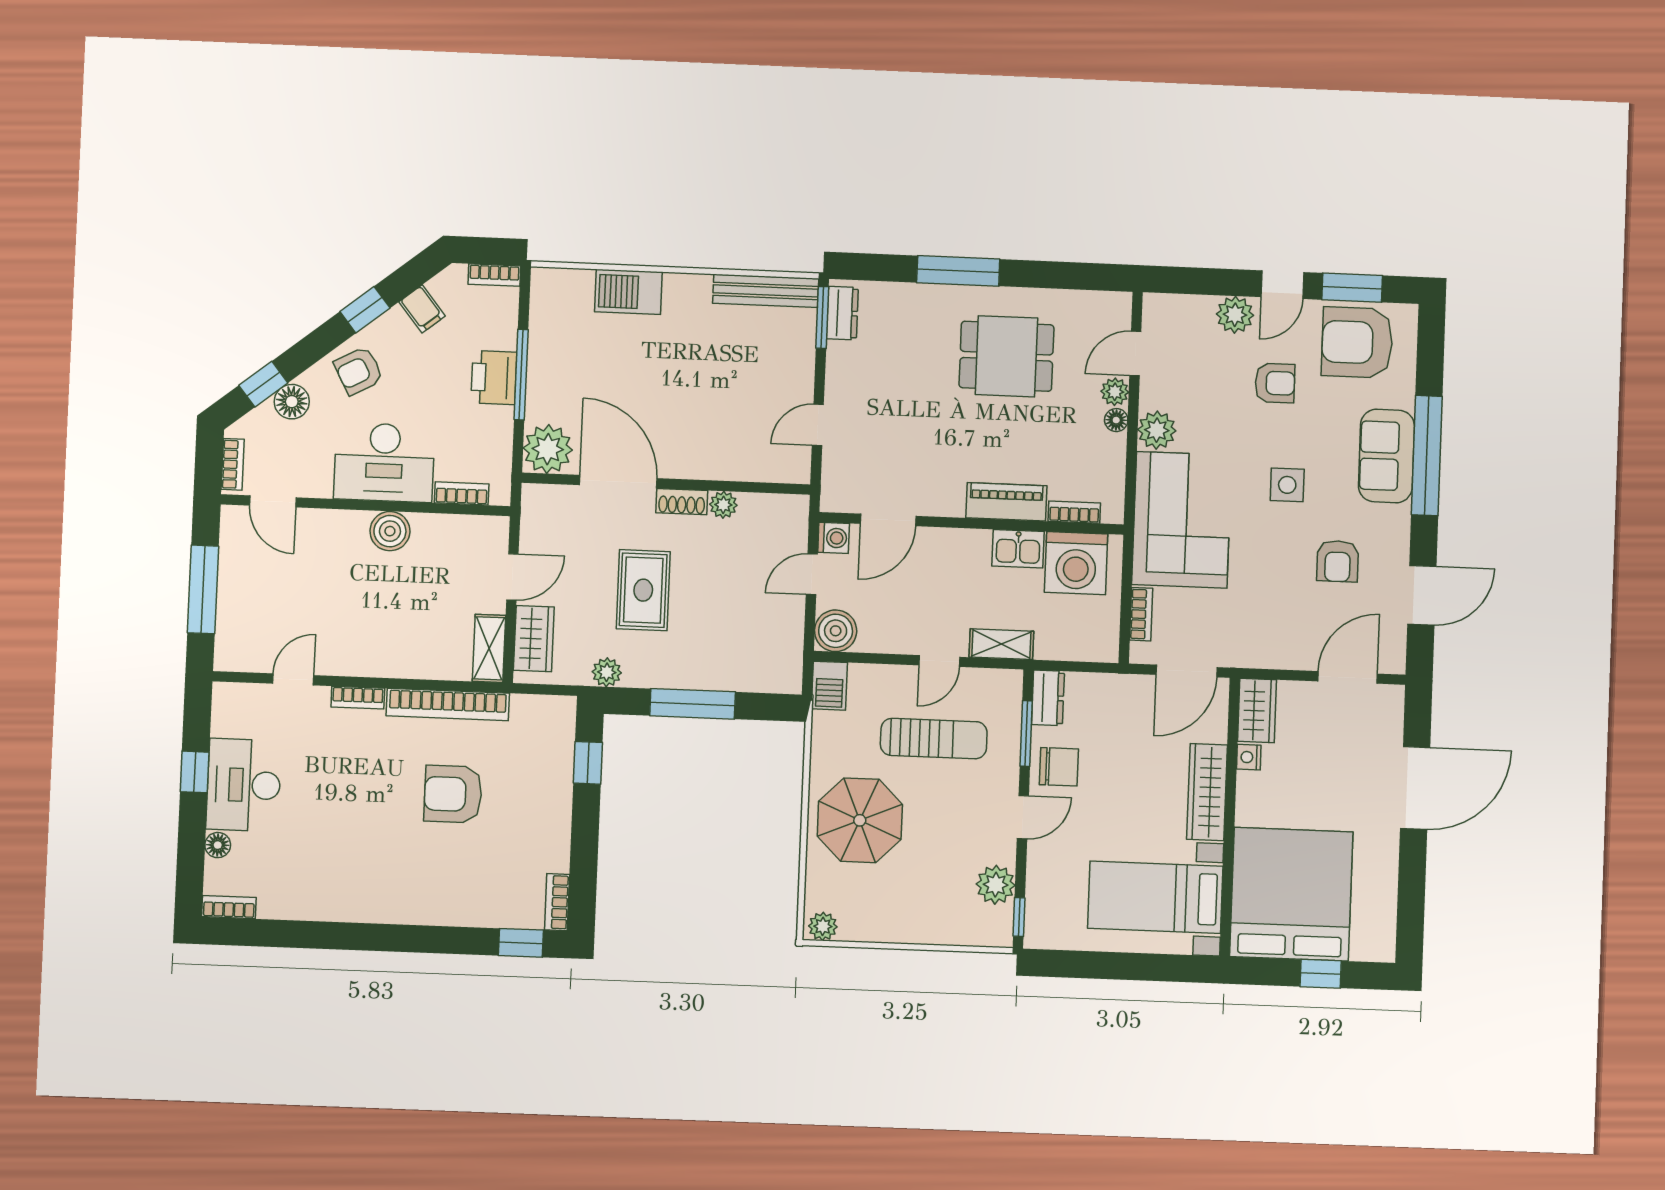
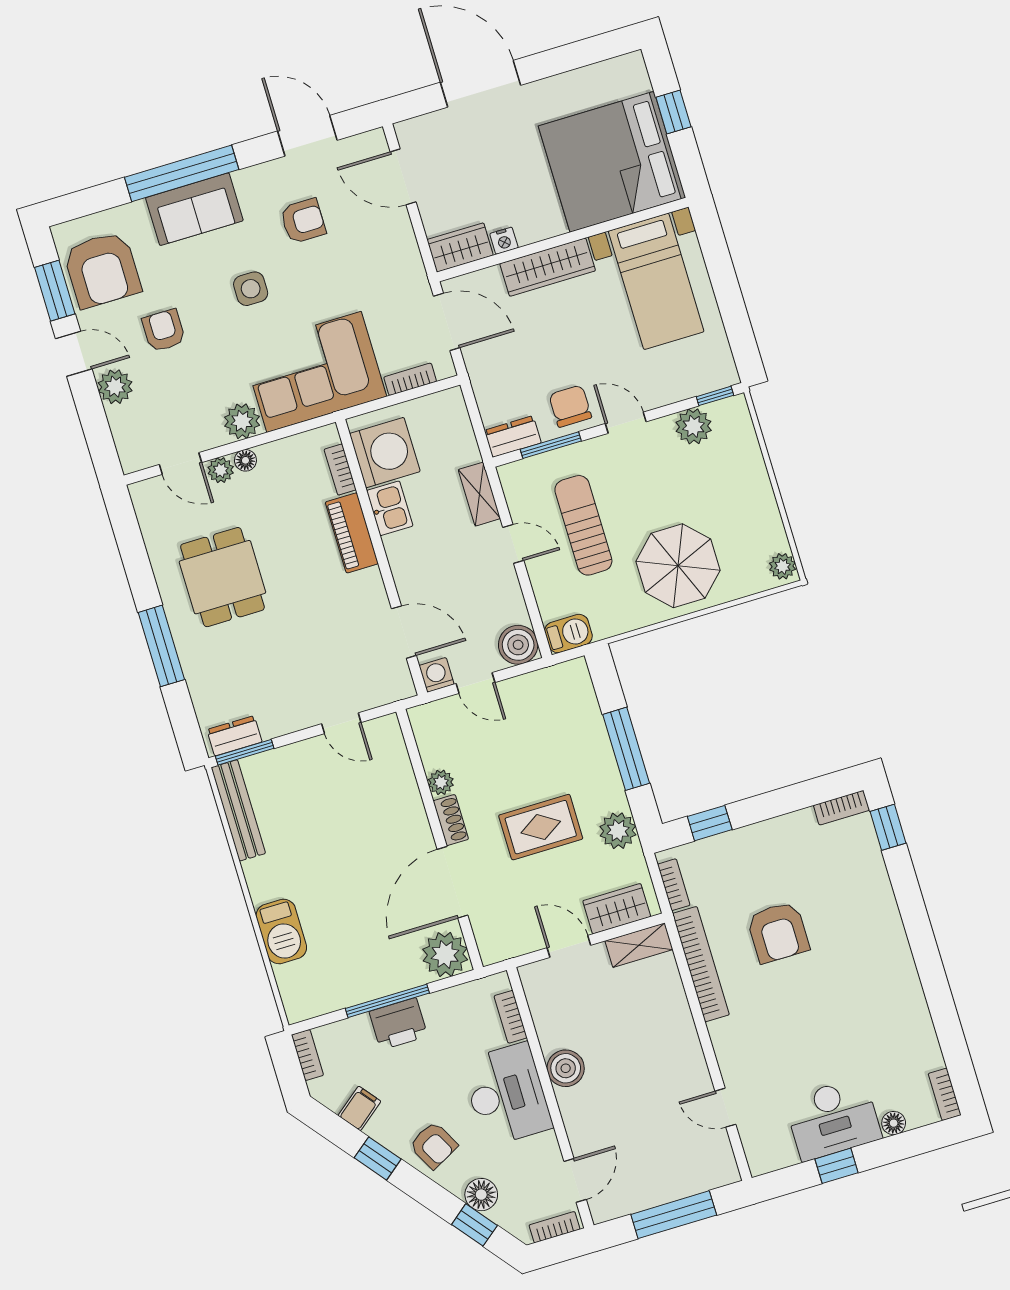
plant: (607, 672) -> (618, 831), width x1.38, depth x1.38
bookcase: (358, 698) -> (674, 885), moved

